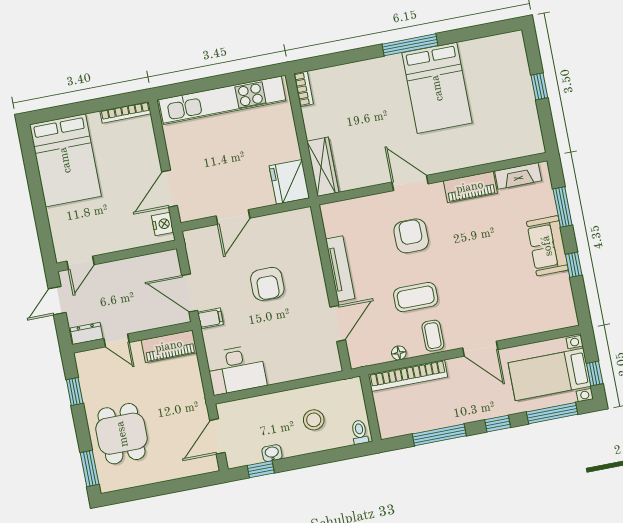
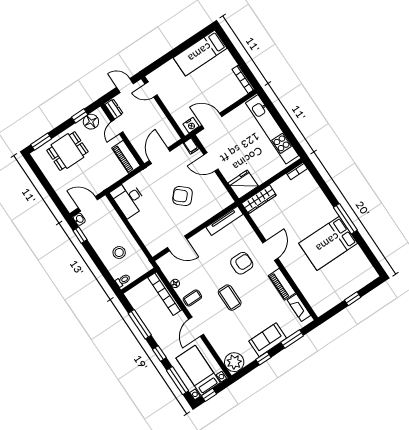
bed: (65, 160) -> (200, 53), width x0.67
tv unit: (340, 269) -> (225, 221), moved
armchair: (267, 284) -> (182, 196), turned 42
coffee table: (416, 297) -> (230, 298), moved
plant: (560, 313) -> (234, 362), added
filing cabinet: (210, 318) -> (191, 146), moved
floor lamp: (91, 378) -> (91, 122), added
washbasin: (272, 453) -> (79, 219), moved

